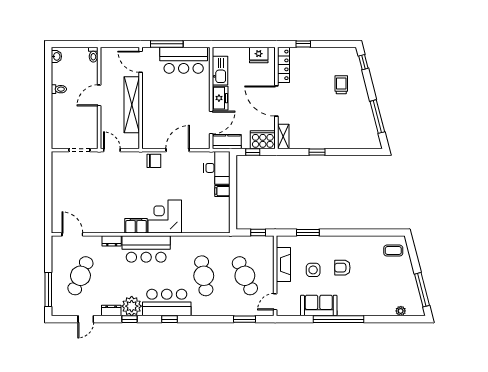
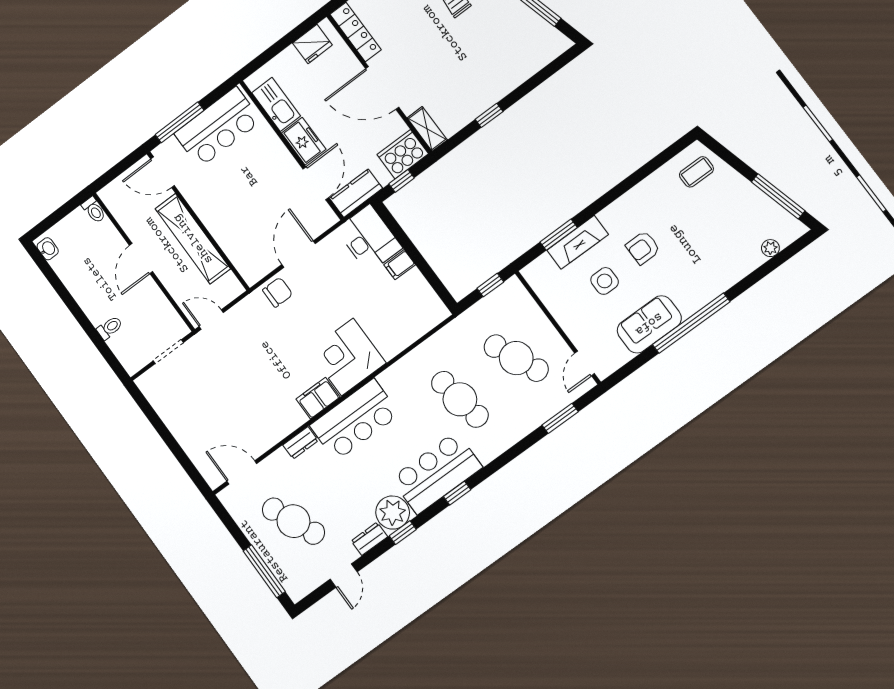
toilet: (59, 89) -> (110, 328), moved
fireplace: (283, 265) -> (578, 242), moved, turned 90
cafe table: (80, 276) -> (293, 521), turned -48

